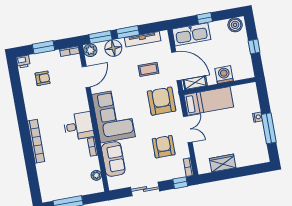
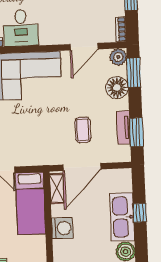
window: (128, 32) -> (136, 132), moved
kitchen sink: (191, 34) -> (122, 217), moved
tv unit: (143, 39) -> (123, 127), width x0.71
door: (86, 77) -> (84, 47), hinge flipped
armchair: (162, 101) -> (39, 141), removed

